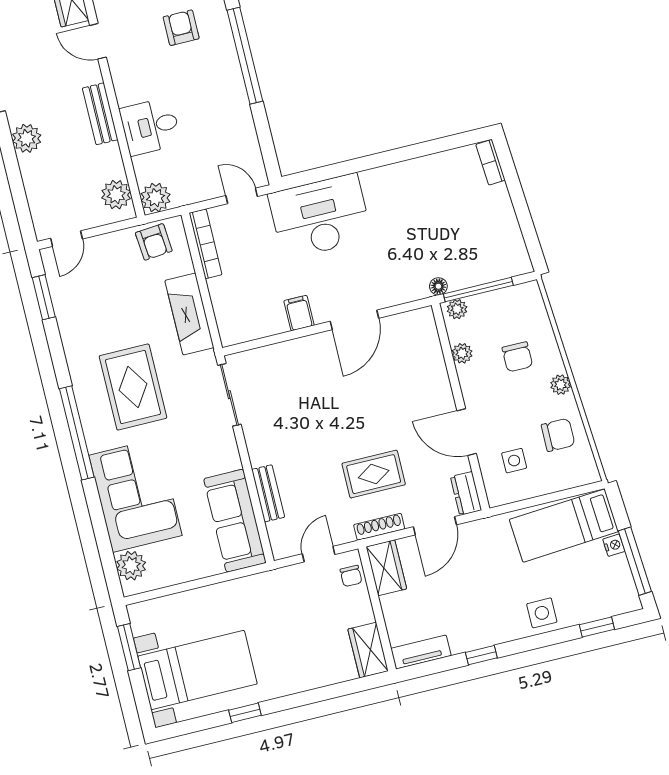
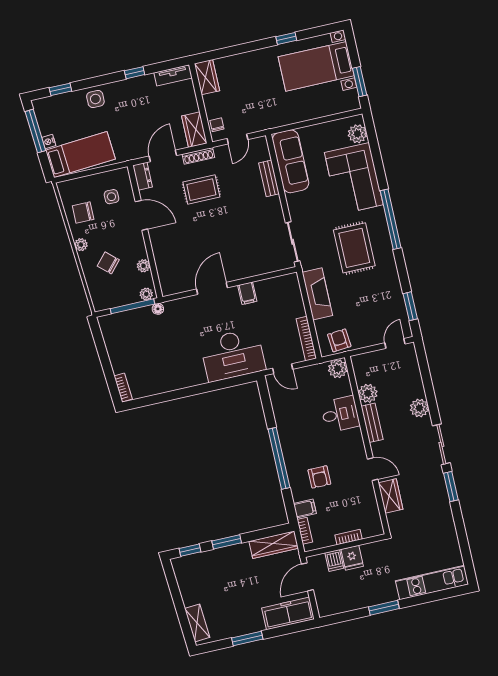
plant: (116, 195) -> (368, 393), moved
chair: (517, 357) -> (108, 263), turned -48

